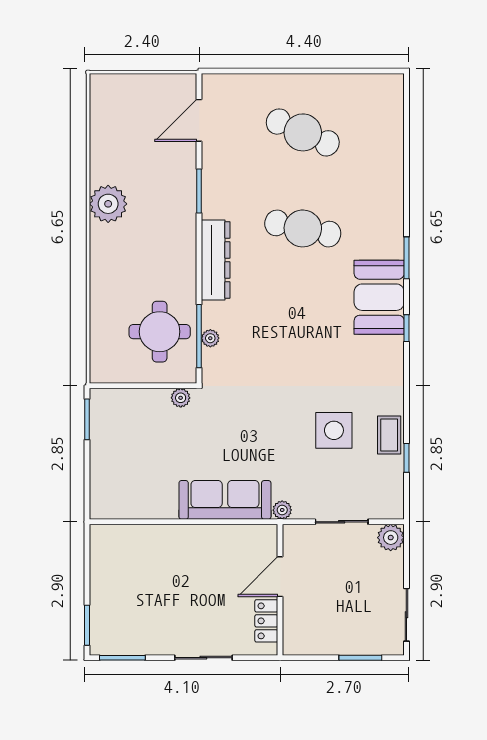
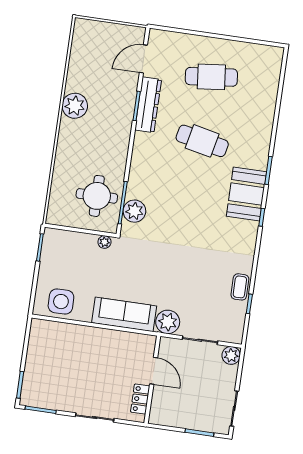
cafe table: (303, 132) -> (211, 77), turned -30
dresser: (216, 260) -> (148, 105), moved
plant: (210, 338) -> (134, 211), width x1.88, depth x1.88
side table: (334, 430) -> (61, 302), moved
plant: (282, 510) -> (168, 322), width x1.87, depth x1.87
door: (280, 577) -> (154, 371), swing flipped

